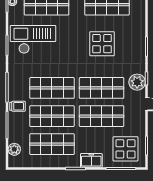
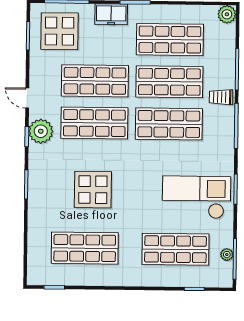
checkout: (33, 39) -> (196, 197), turned 180
plant: (14, 149) -> (227, 14), moved

